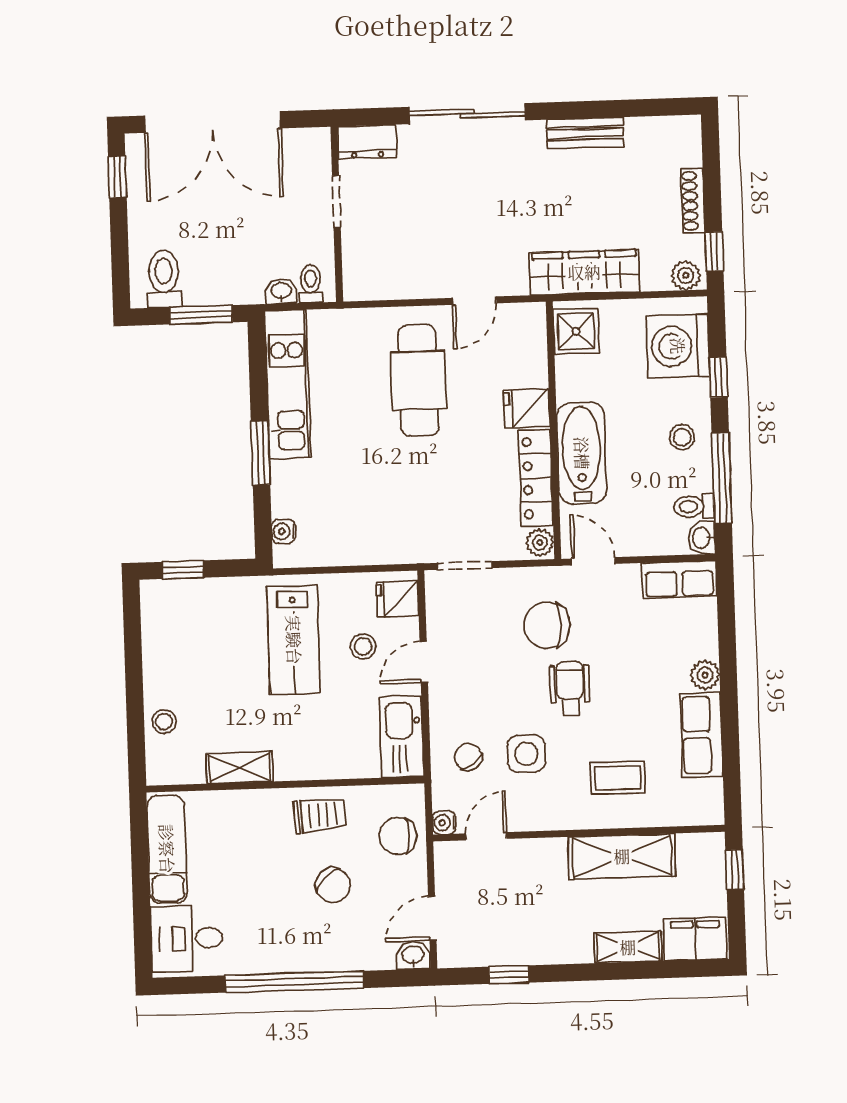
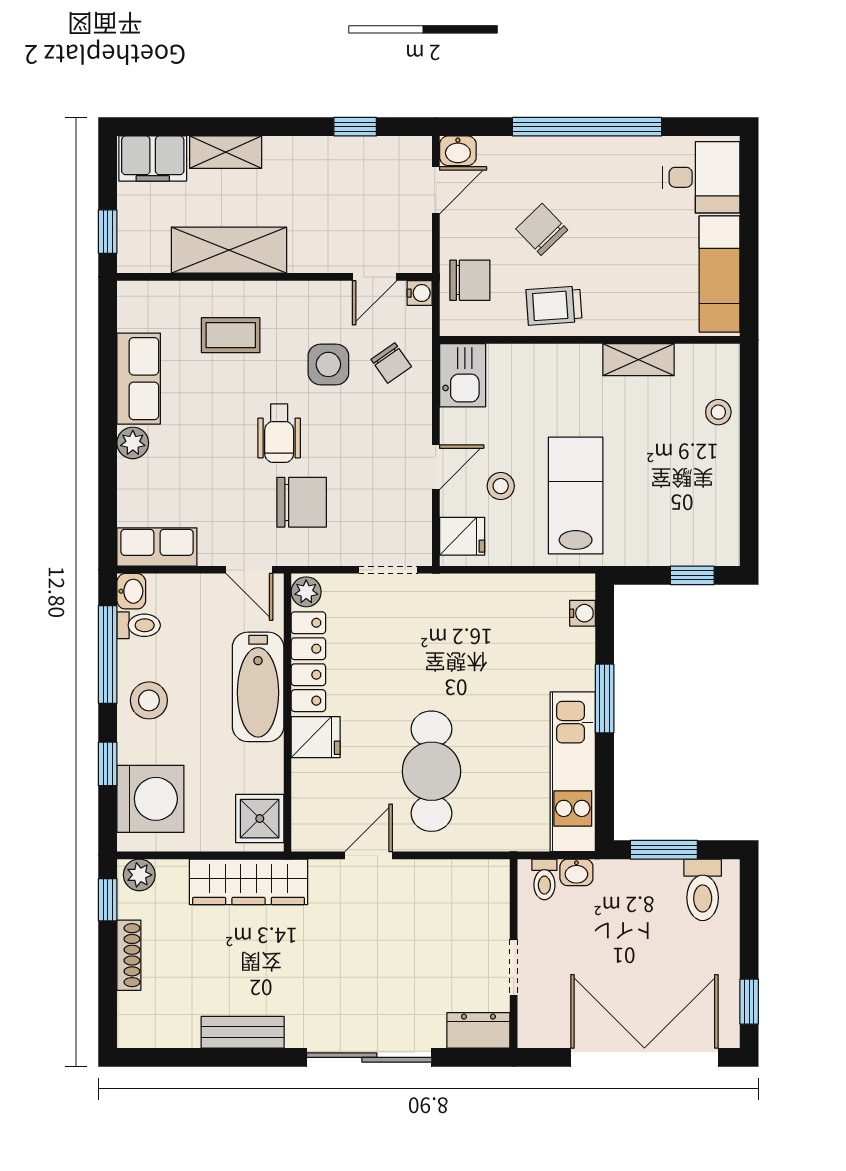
stool: (682, 437) -> (149, 700), width x1.37, depth x1.37
kitchen sink: (401, 737) -> (463, 375), width x0.73

